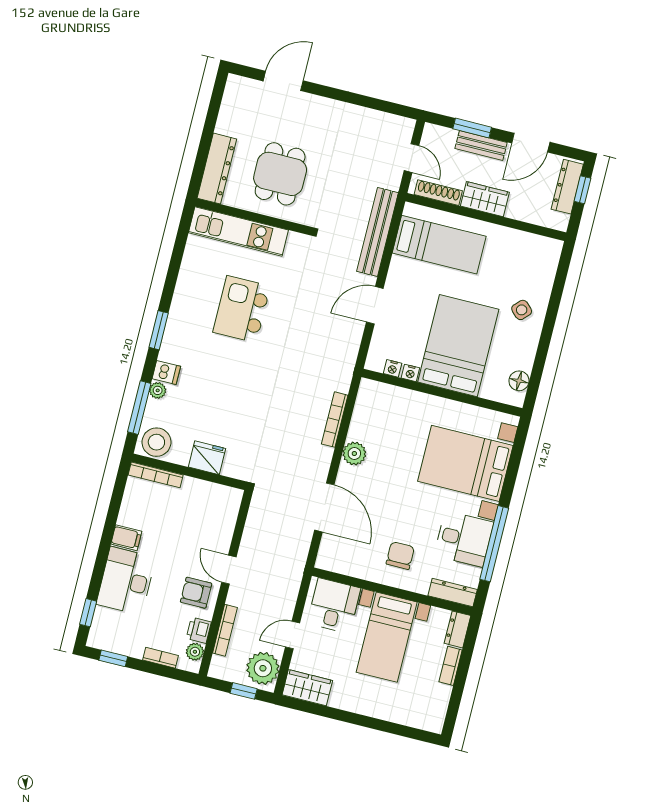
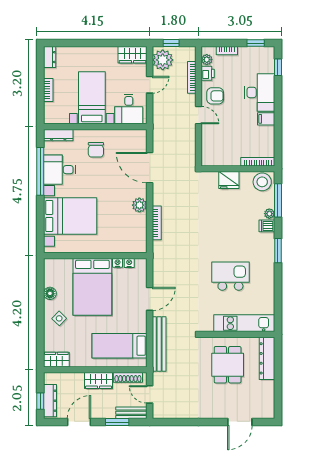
bench: (481, 145) -> (131, 413), moved
wardrobe: (542, 247) -> (56, 360), added
kitchen island: (242, 309) -> (230, 276), turned -90
floor lamp: (519, 381) -> (50, 293), moved
dresser: (458, 629) -> (50, 57), moved

